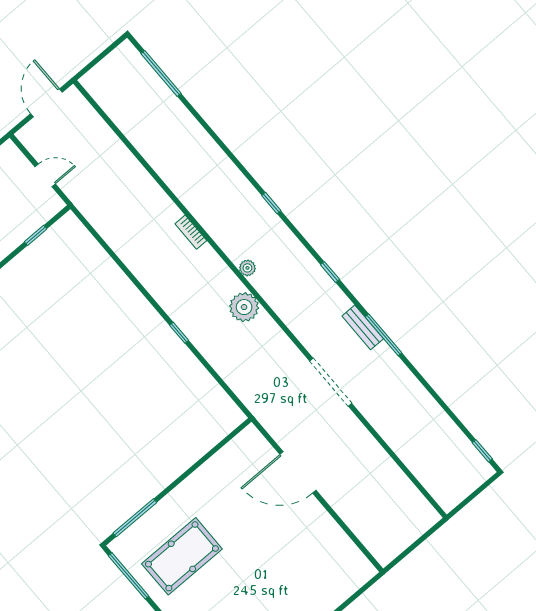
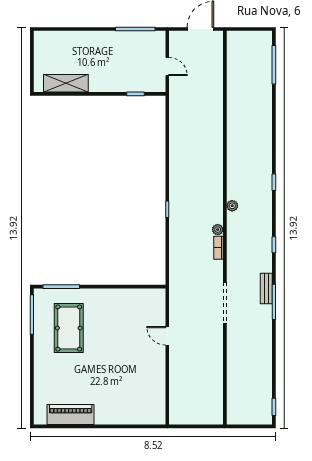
bookcase: (191, 232) -> (218, 248), moved
plant: (244, 307) -> (218, 230), width x0.53, depth x0.53
door: (298, 472) -> (167, 336), width x0.53
pool table: (182, 556) -> (69, 328), turned 90

